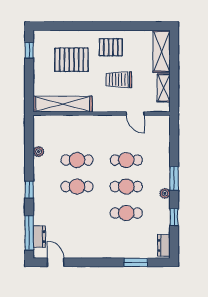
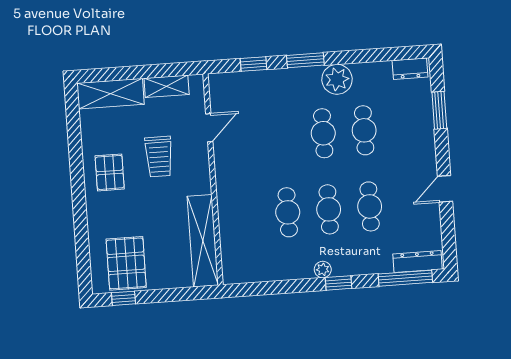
pallet: (72, 60) -> (126, 263), moved
plant: (39, 152) -> (323, 269), moved
cafe table: (126, 160) -> (370, 206), moved
plant: (165, 193) -> (337, 79), width x1.88, depth x1.88
window: (174, 217) -> (253, 64), moved
dresser: (39, 237) -> (417, 262), width x1.44
door: (56, 262) -> (445, 189), moved

